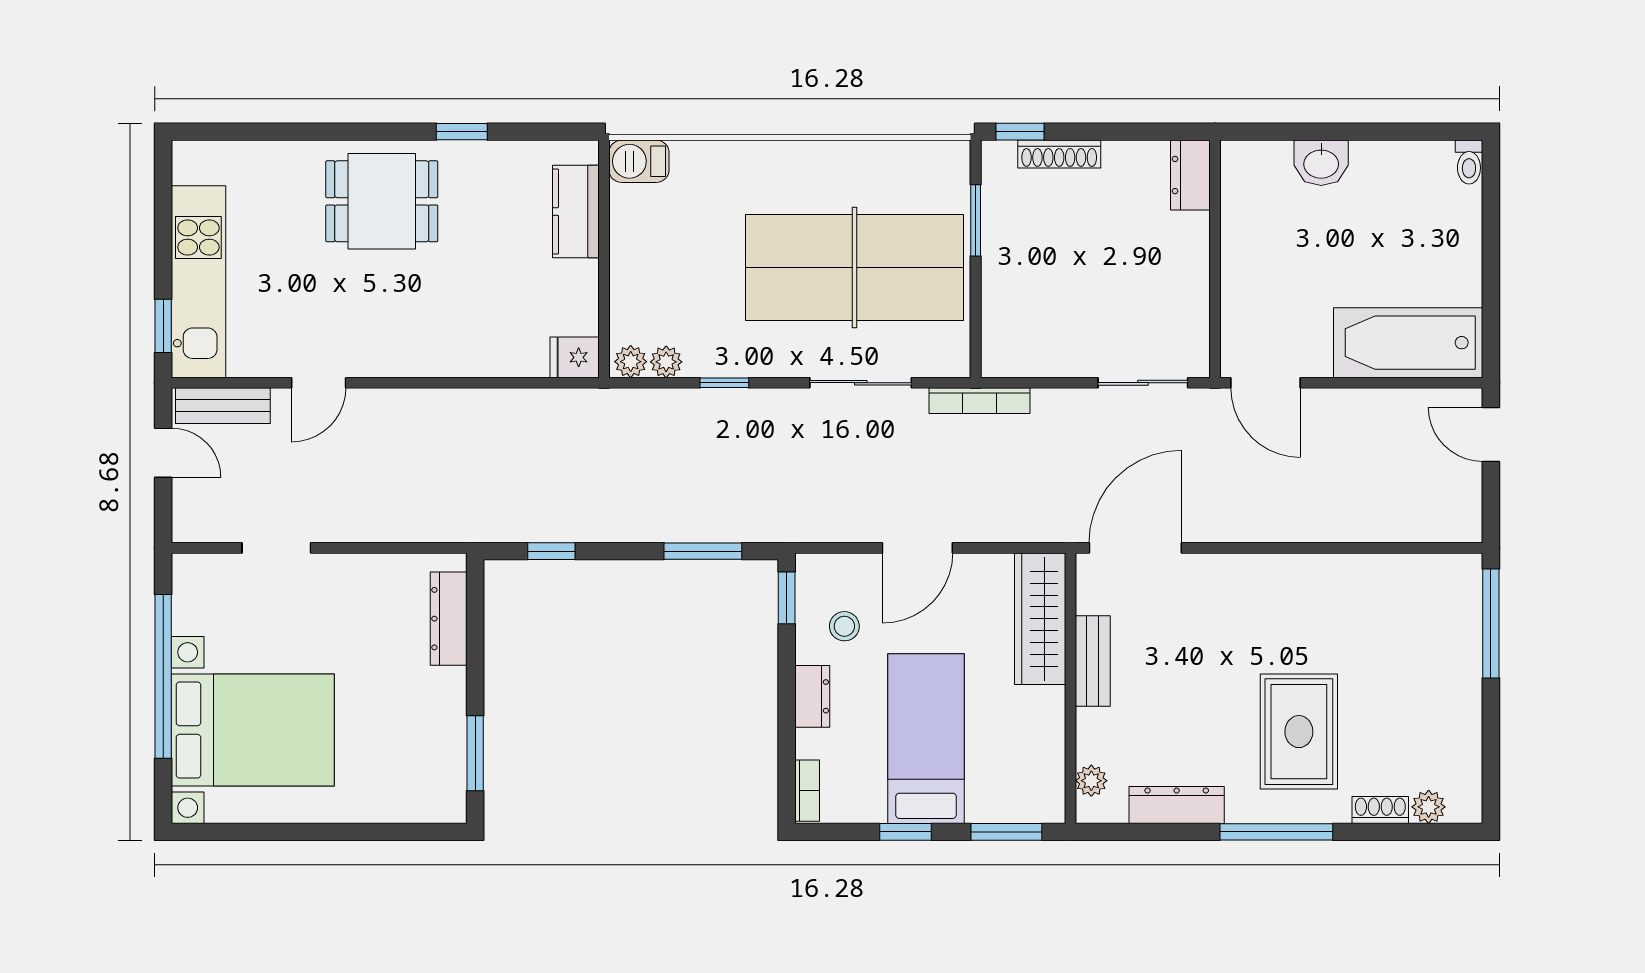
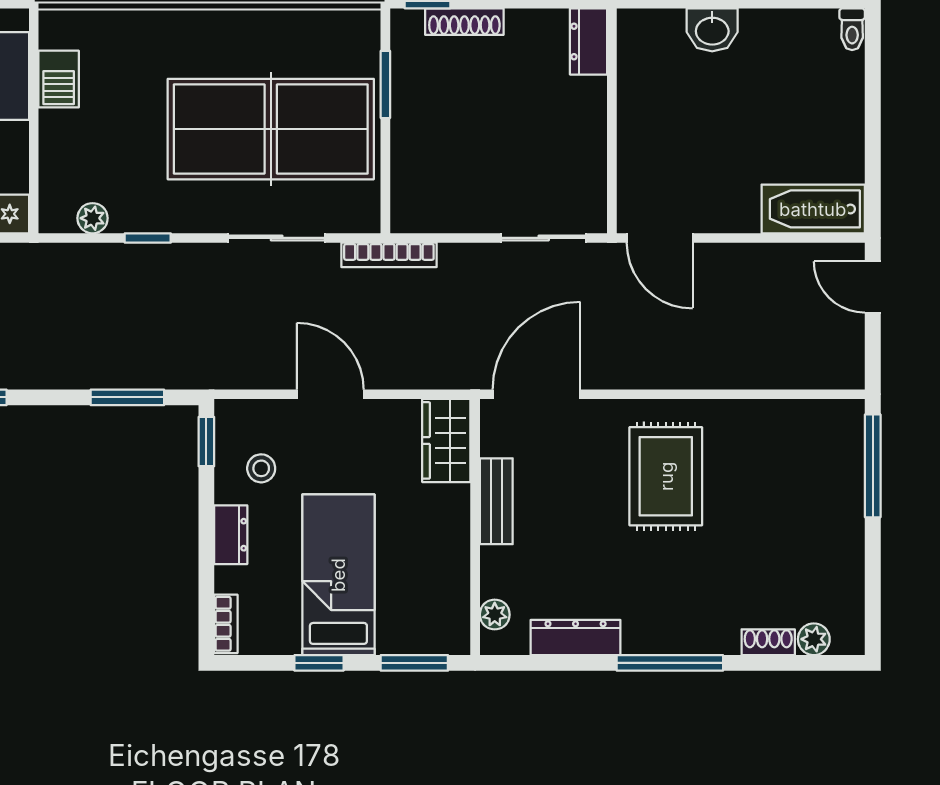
barbecue: (639, 161) -> (59, 79), moved, turned -90
bathtub: (1408, 343) -> (813, 209), width x0.73, depth x0.73
plant: (631, 362) -> (59, 218), removed
door: (917, 548) -> (330, 394), swing flipped
wardrobe: (1040, 619) -> (446, 440), width x0.67
rug: (1299, 732) -> (666, 476), moved

